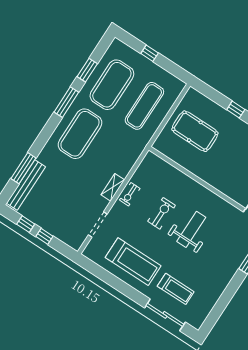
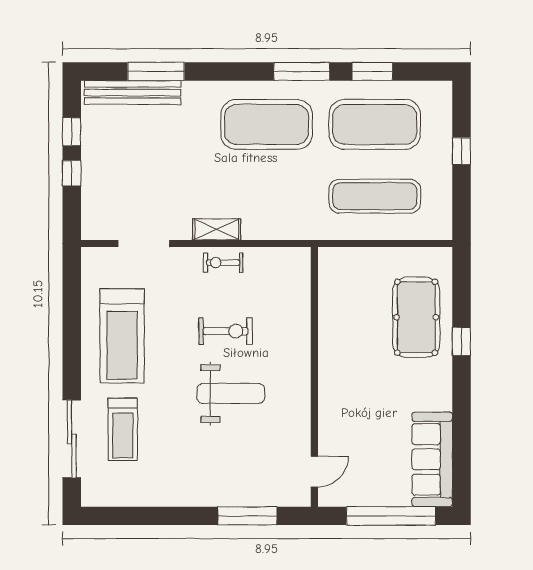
pool table: (195, 131) -> (416, 317), moved

